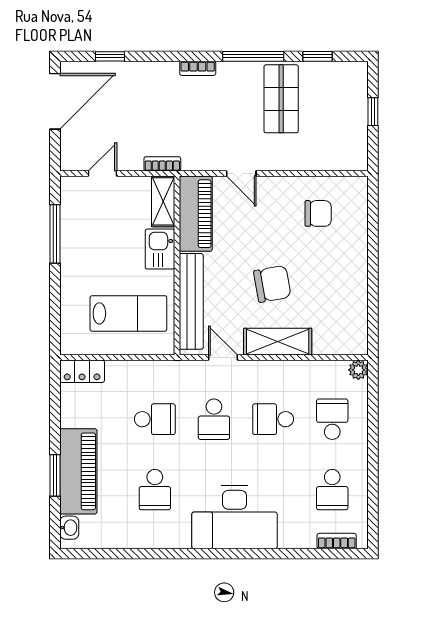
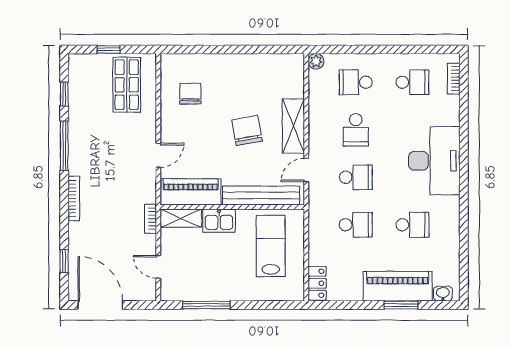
bookcase: (198, 68) -> (74, 198), width x1.56
shop shelf: (281, 99) -> (127, 85), moved, turned 90
school desk: (155, 419) -> (356, 225), turned 90

